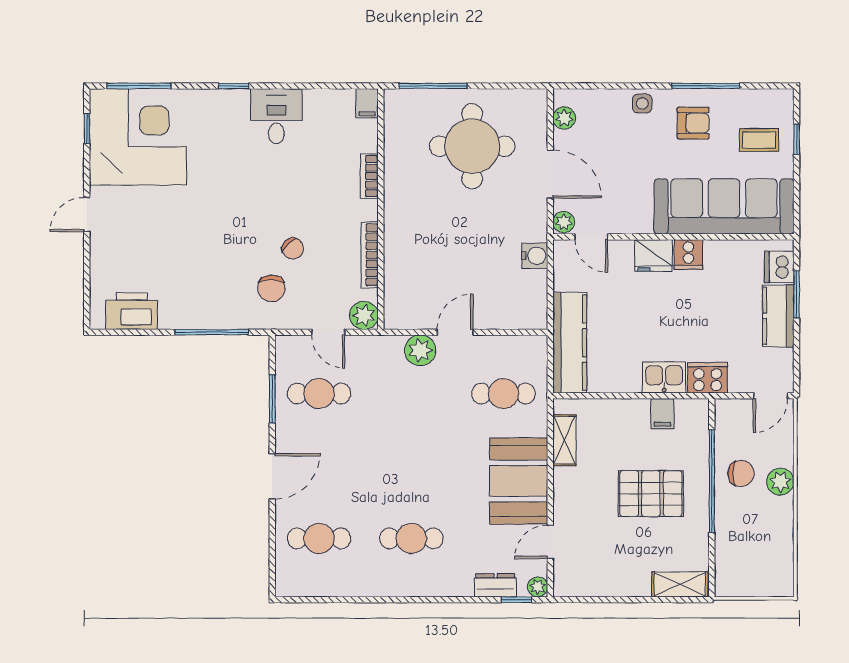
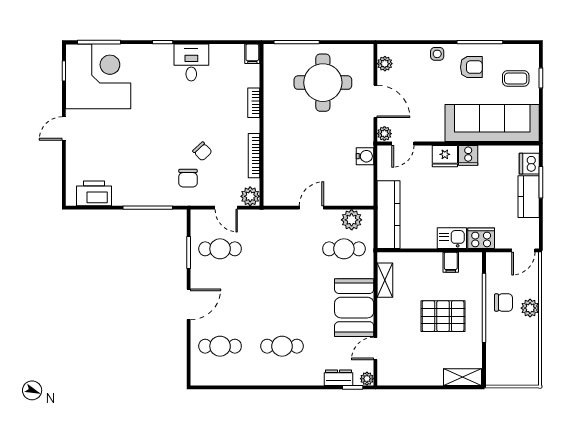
door: (591, 237) -> (403, 144), hinge flipped
plant: (420, 350) -> (352, 220), moved

